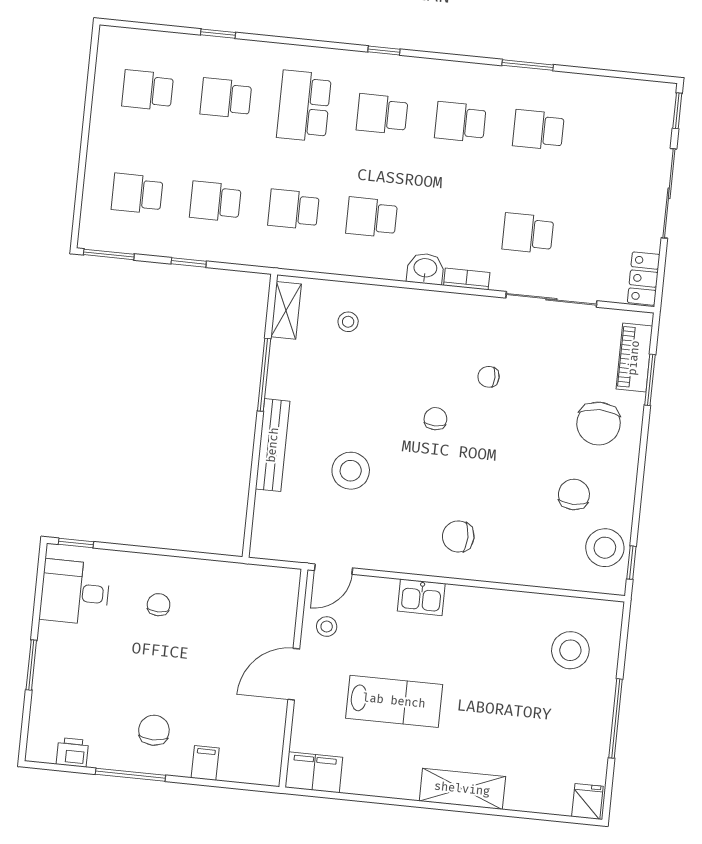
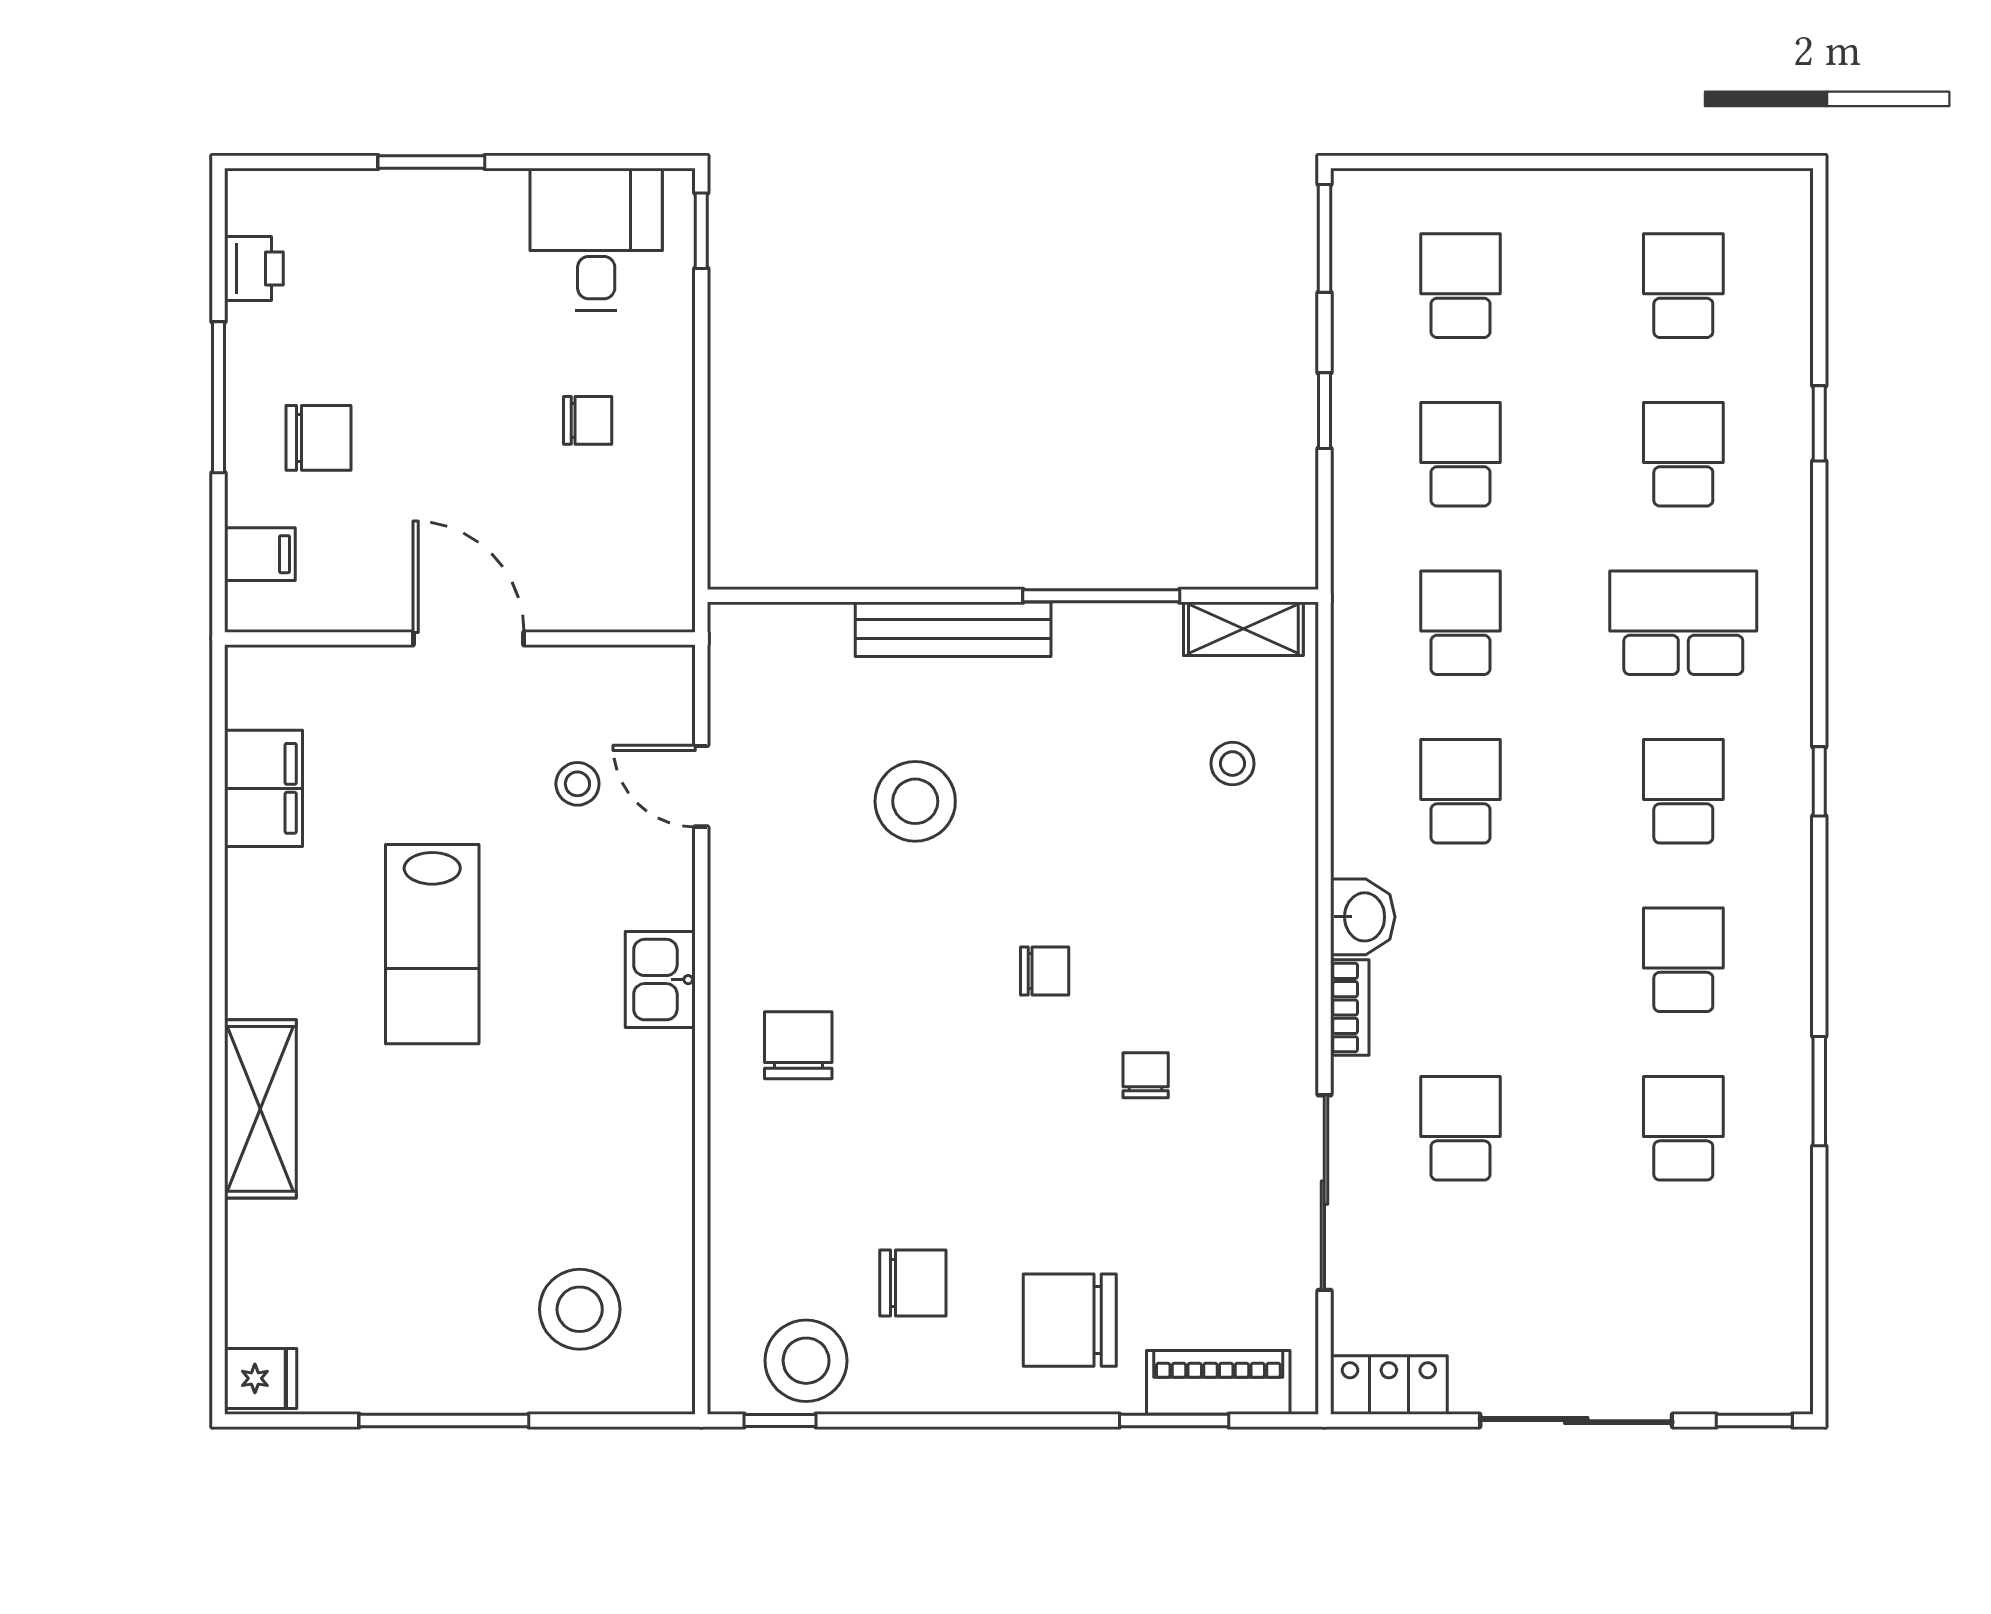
door: (294, 674) -> (469, 638), moved
wall: (293, 678) -> (460, 638), moved

